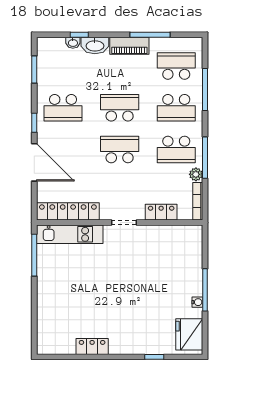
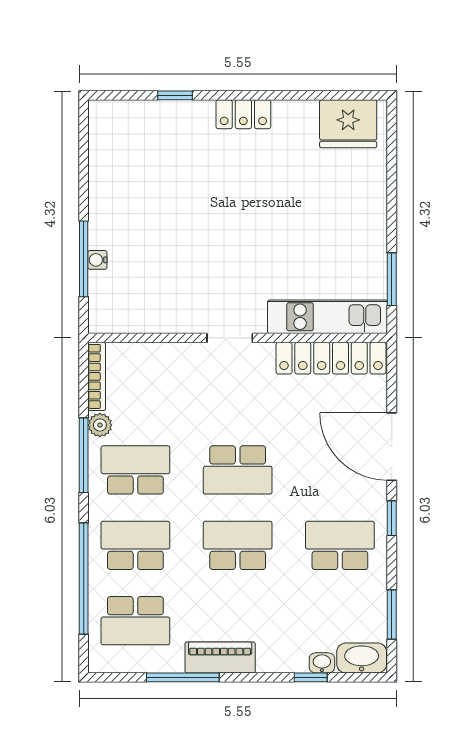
washbasin: (95, 45) -> (362, 658), moved
window: (205, 89) -> (84, 579), width x1.46
school desk: (120, 108) -> (238, 545), turned 180
locker: (161, 212) -> (163, 357), removed
window: (34, 255) -> (392, 279), width x0.69
window: (205, 290) -> (84, 259), moved
water cooler: (197, 302) -> (97, 260), moved
fridge: (189, 334) -> (348, 124), moved, turned 90
locker: (92, 346) -> (243, 114), moved

